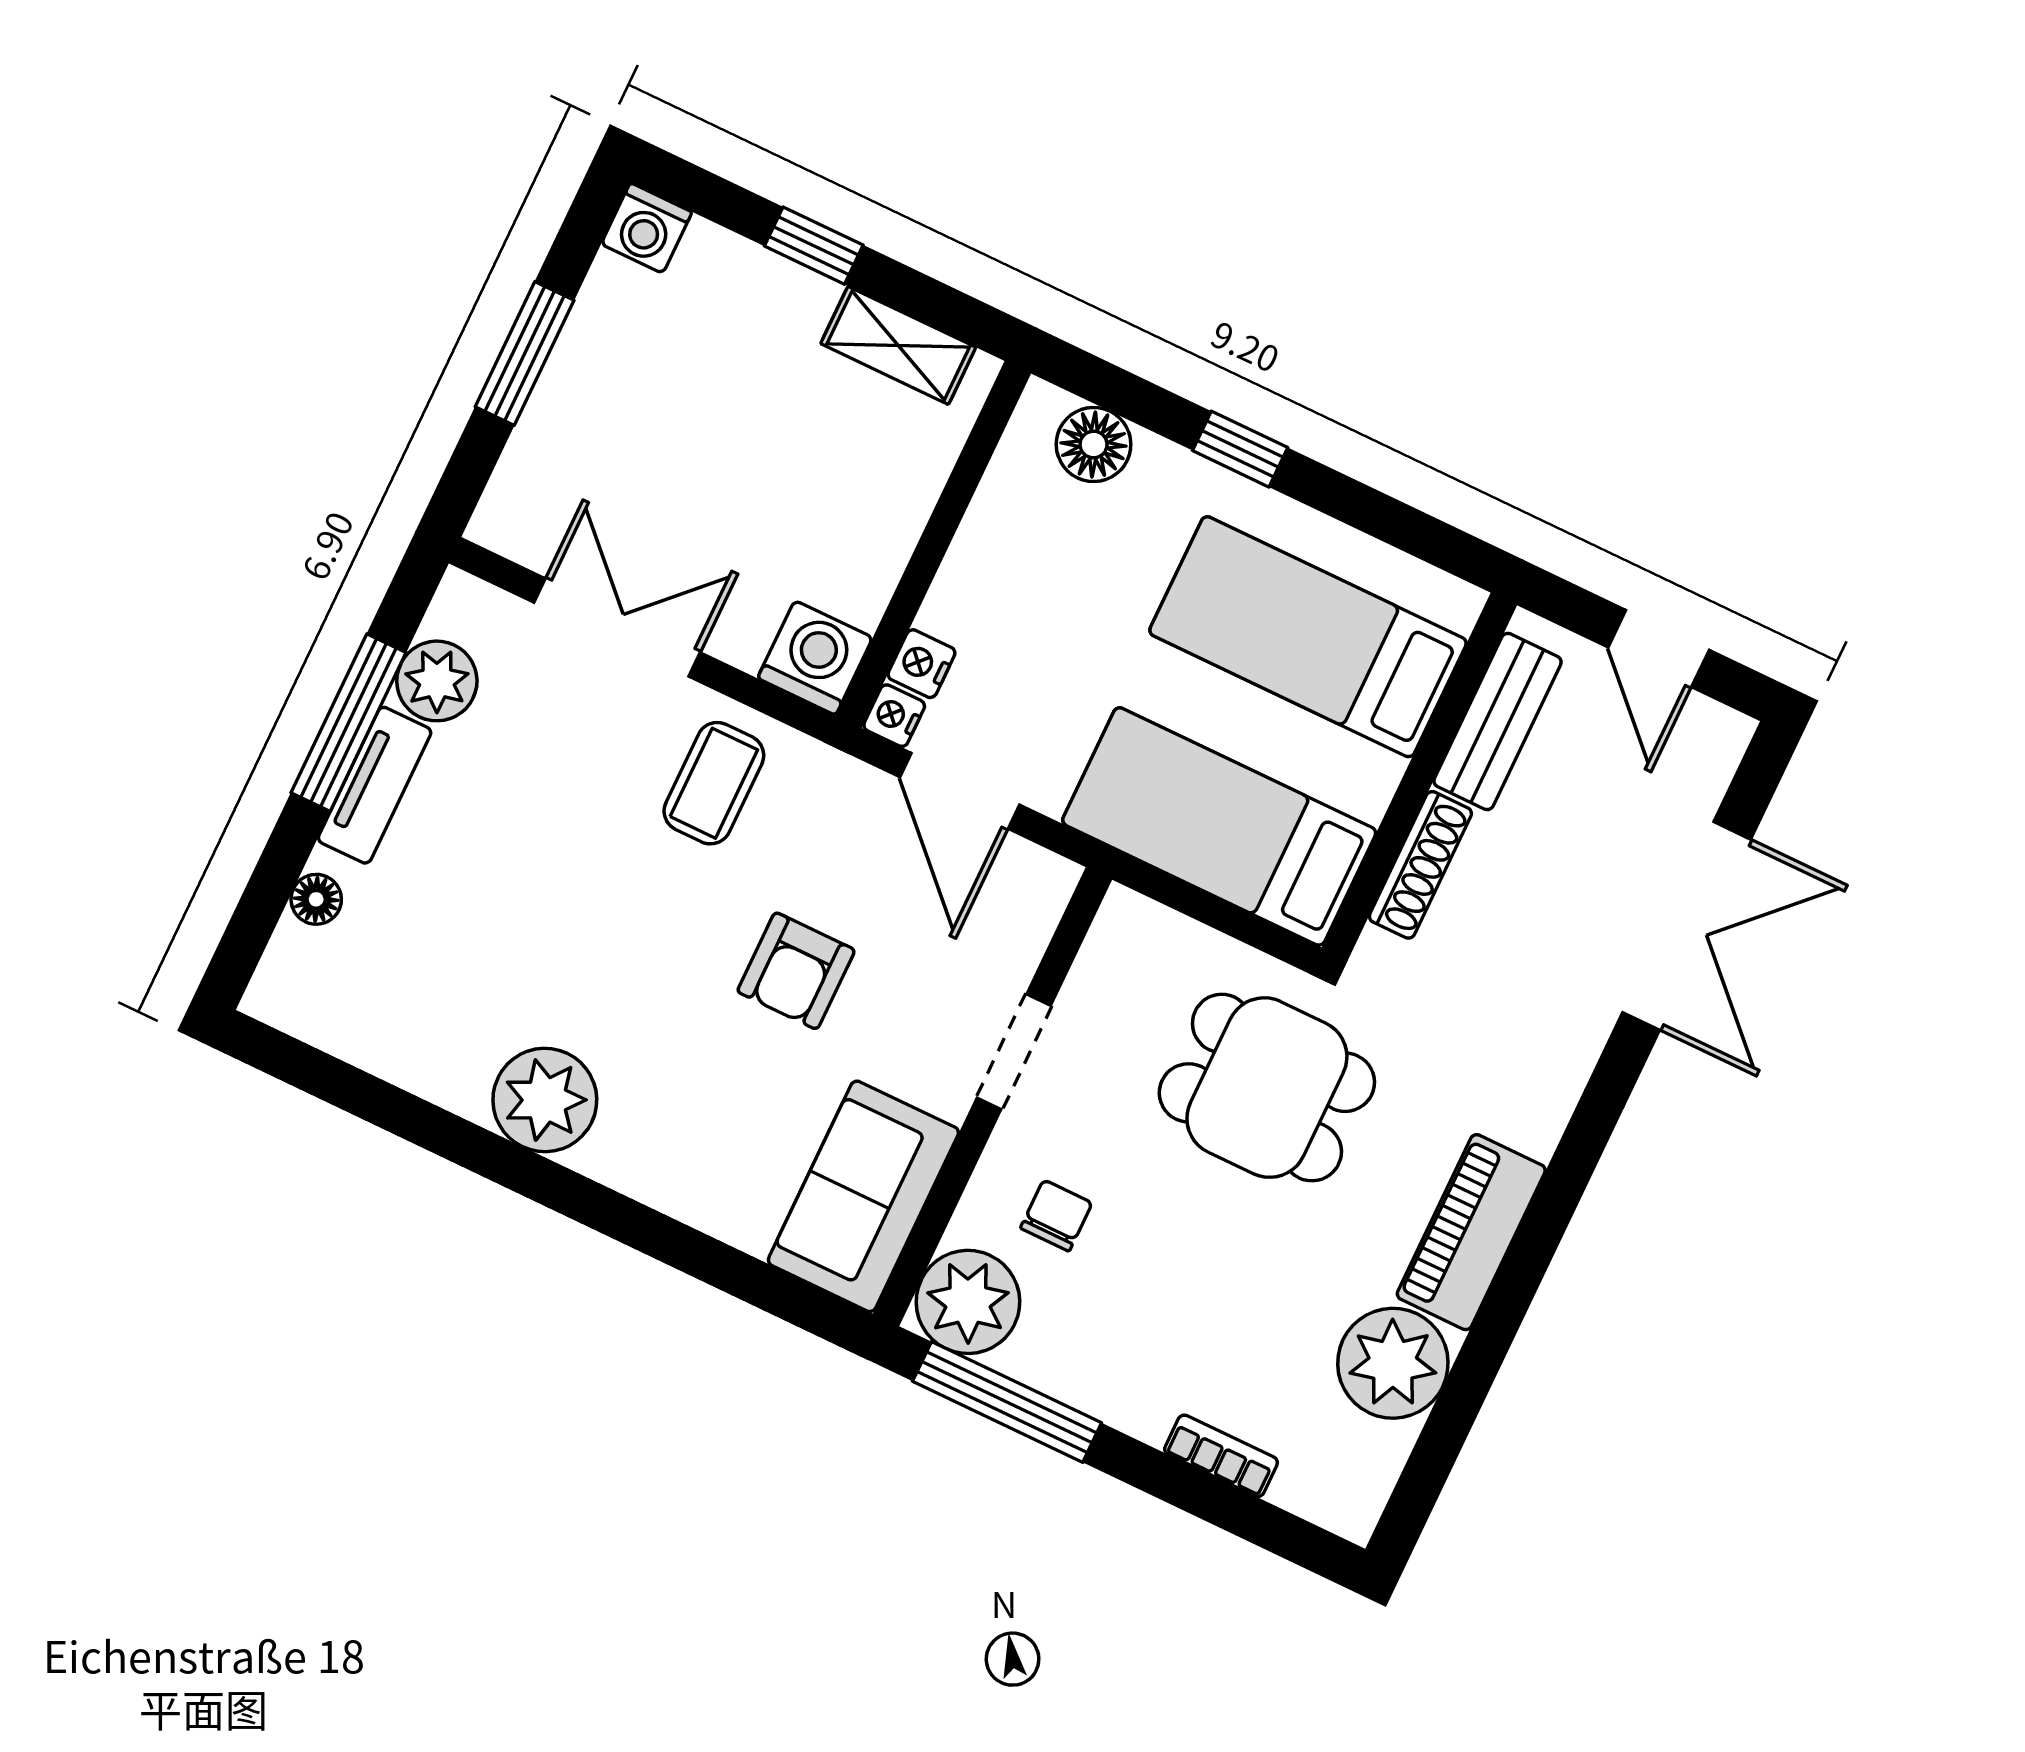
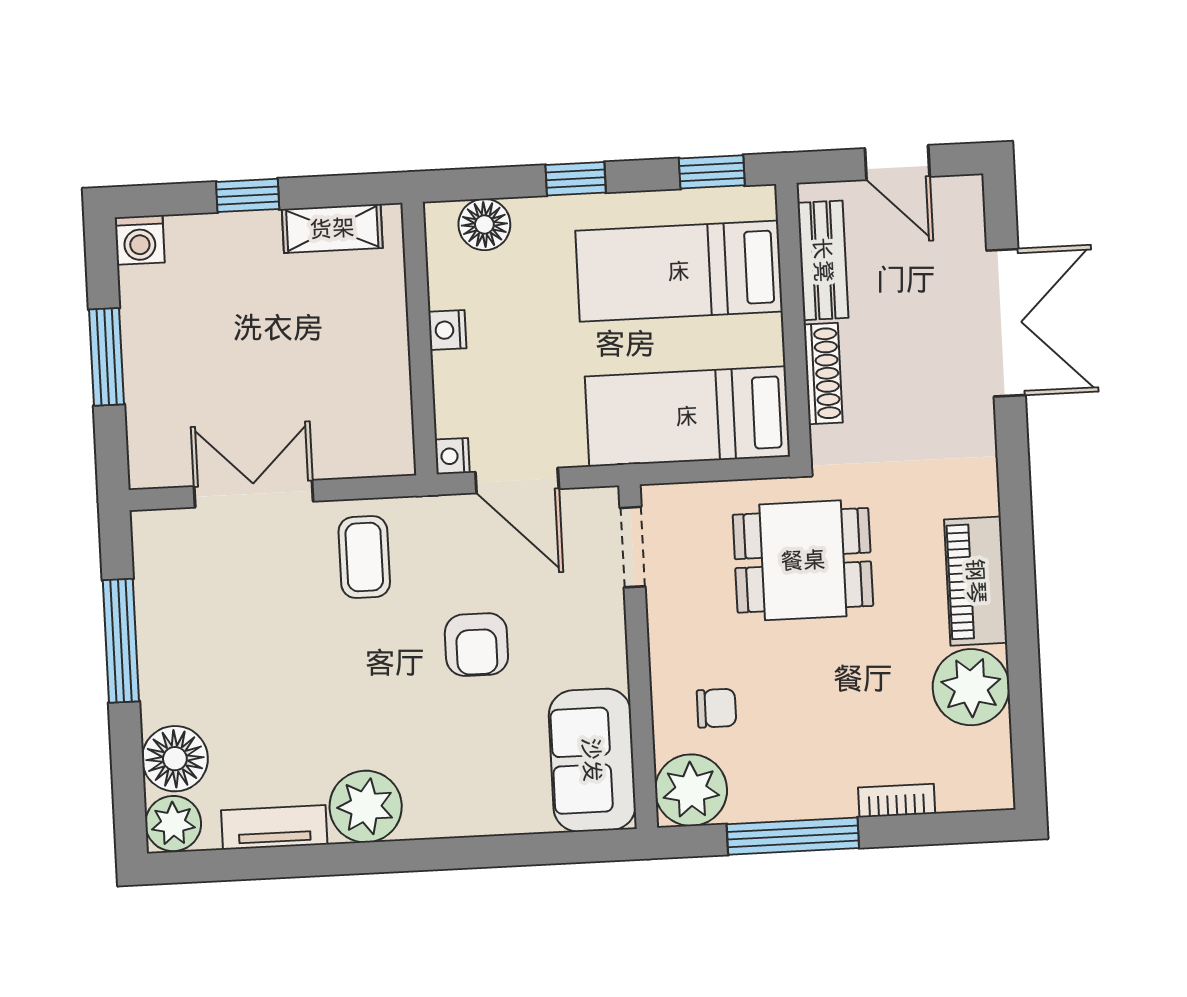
window: (1417, 534) -> (712, 172), added
washing machine: (815, 658) -> (385, 447), removed
nightstand: (922, 664) -> (447, 330), moved
plant: (437, 681) -> (173, 824), moved
tv unit: (375, 785) -> (274, 827), moved, turned -90
floor lamp: (316, 899) -> (175, 759), width x1.89, depth x1.89
doorway: (1014, 1052) -> (633, 547), moved
chair: (1056, 1216) -> (716, 708), turned 90
window: (1007, 1402) -> (793, 836), moved

